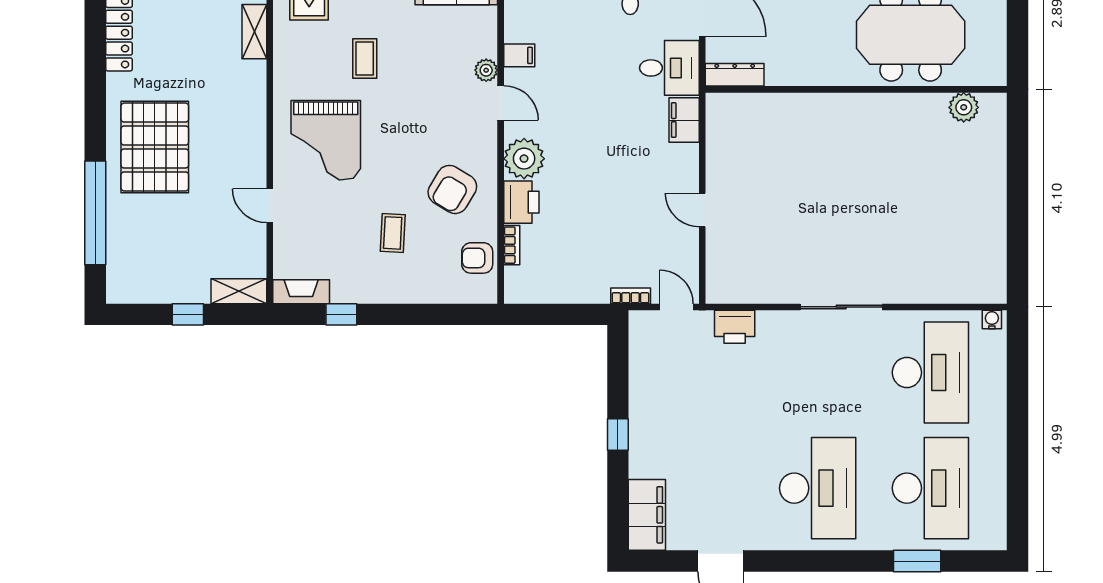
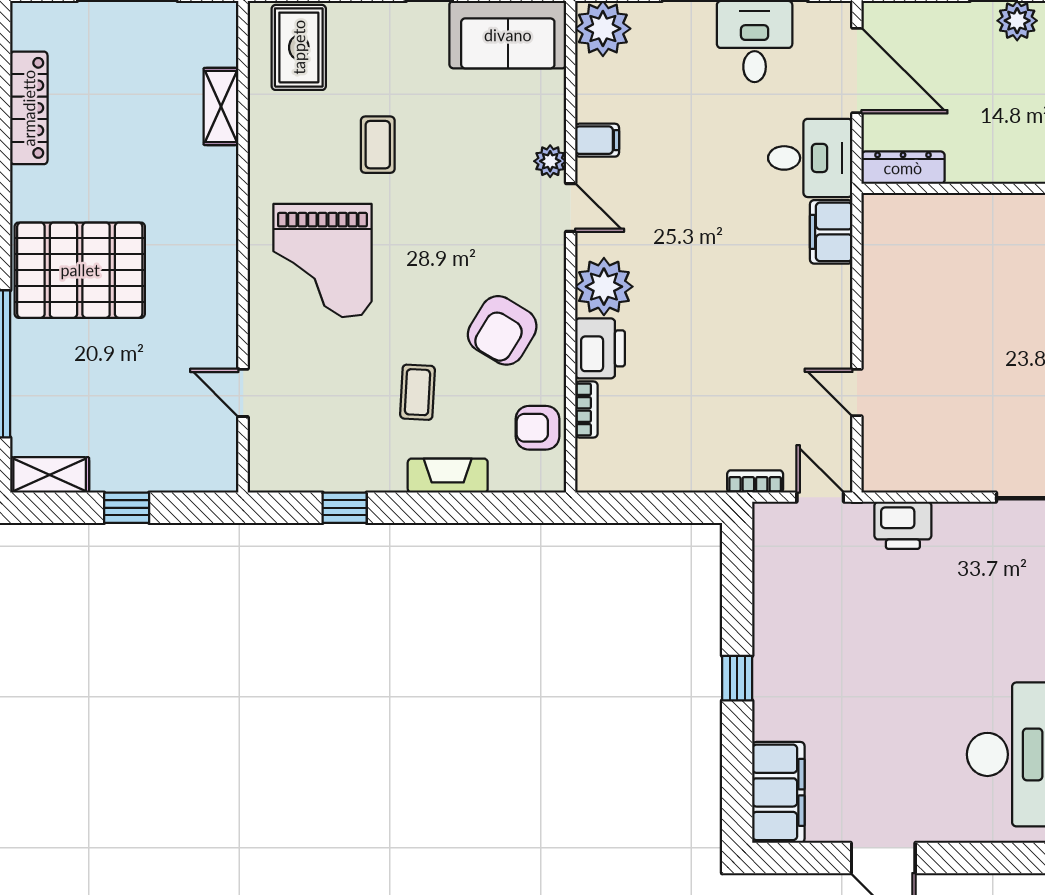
pallet: (155, 147) -> (80, 270), turned 90
door: (270, 206) -> (243, 393), moved
door: (702, 210) -> (857, 392), moved
shelving: (239, 291) -> (50, 475), moved
fireplace: (301, 292) -> (448, 476), moved

